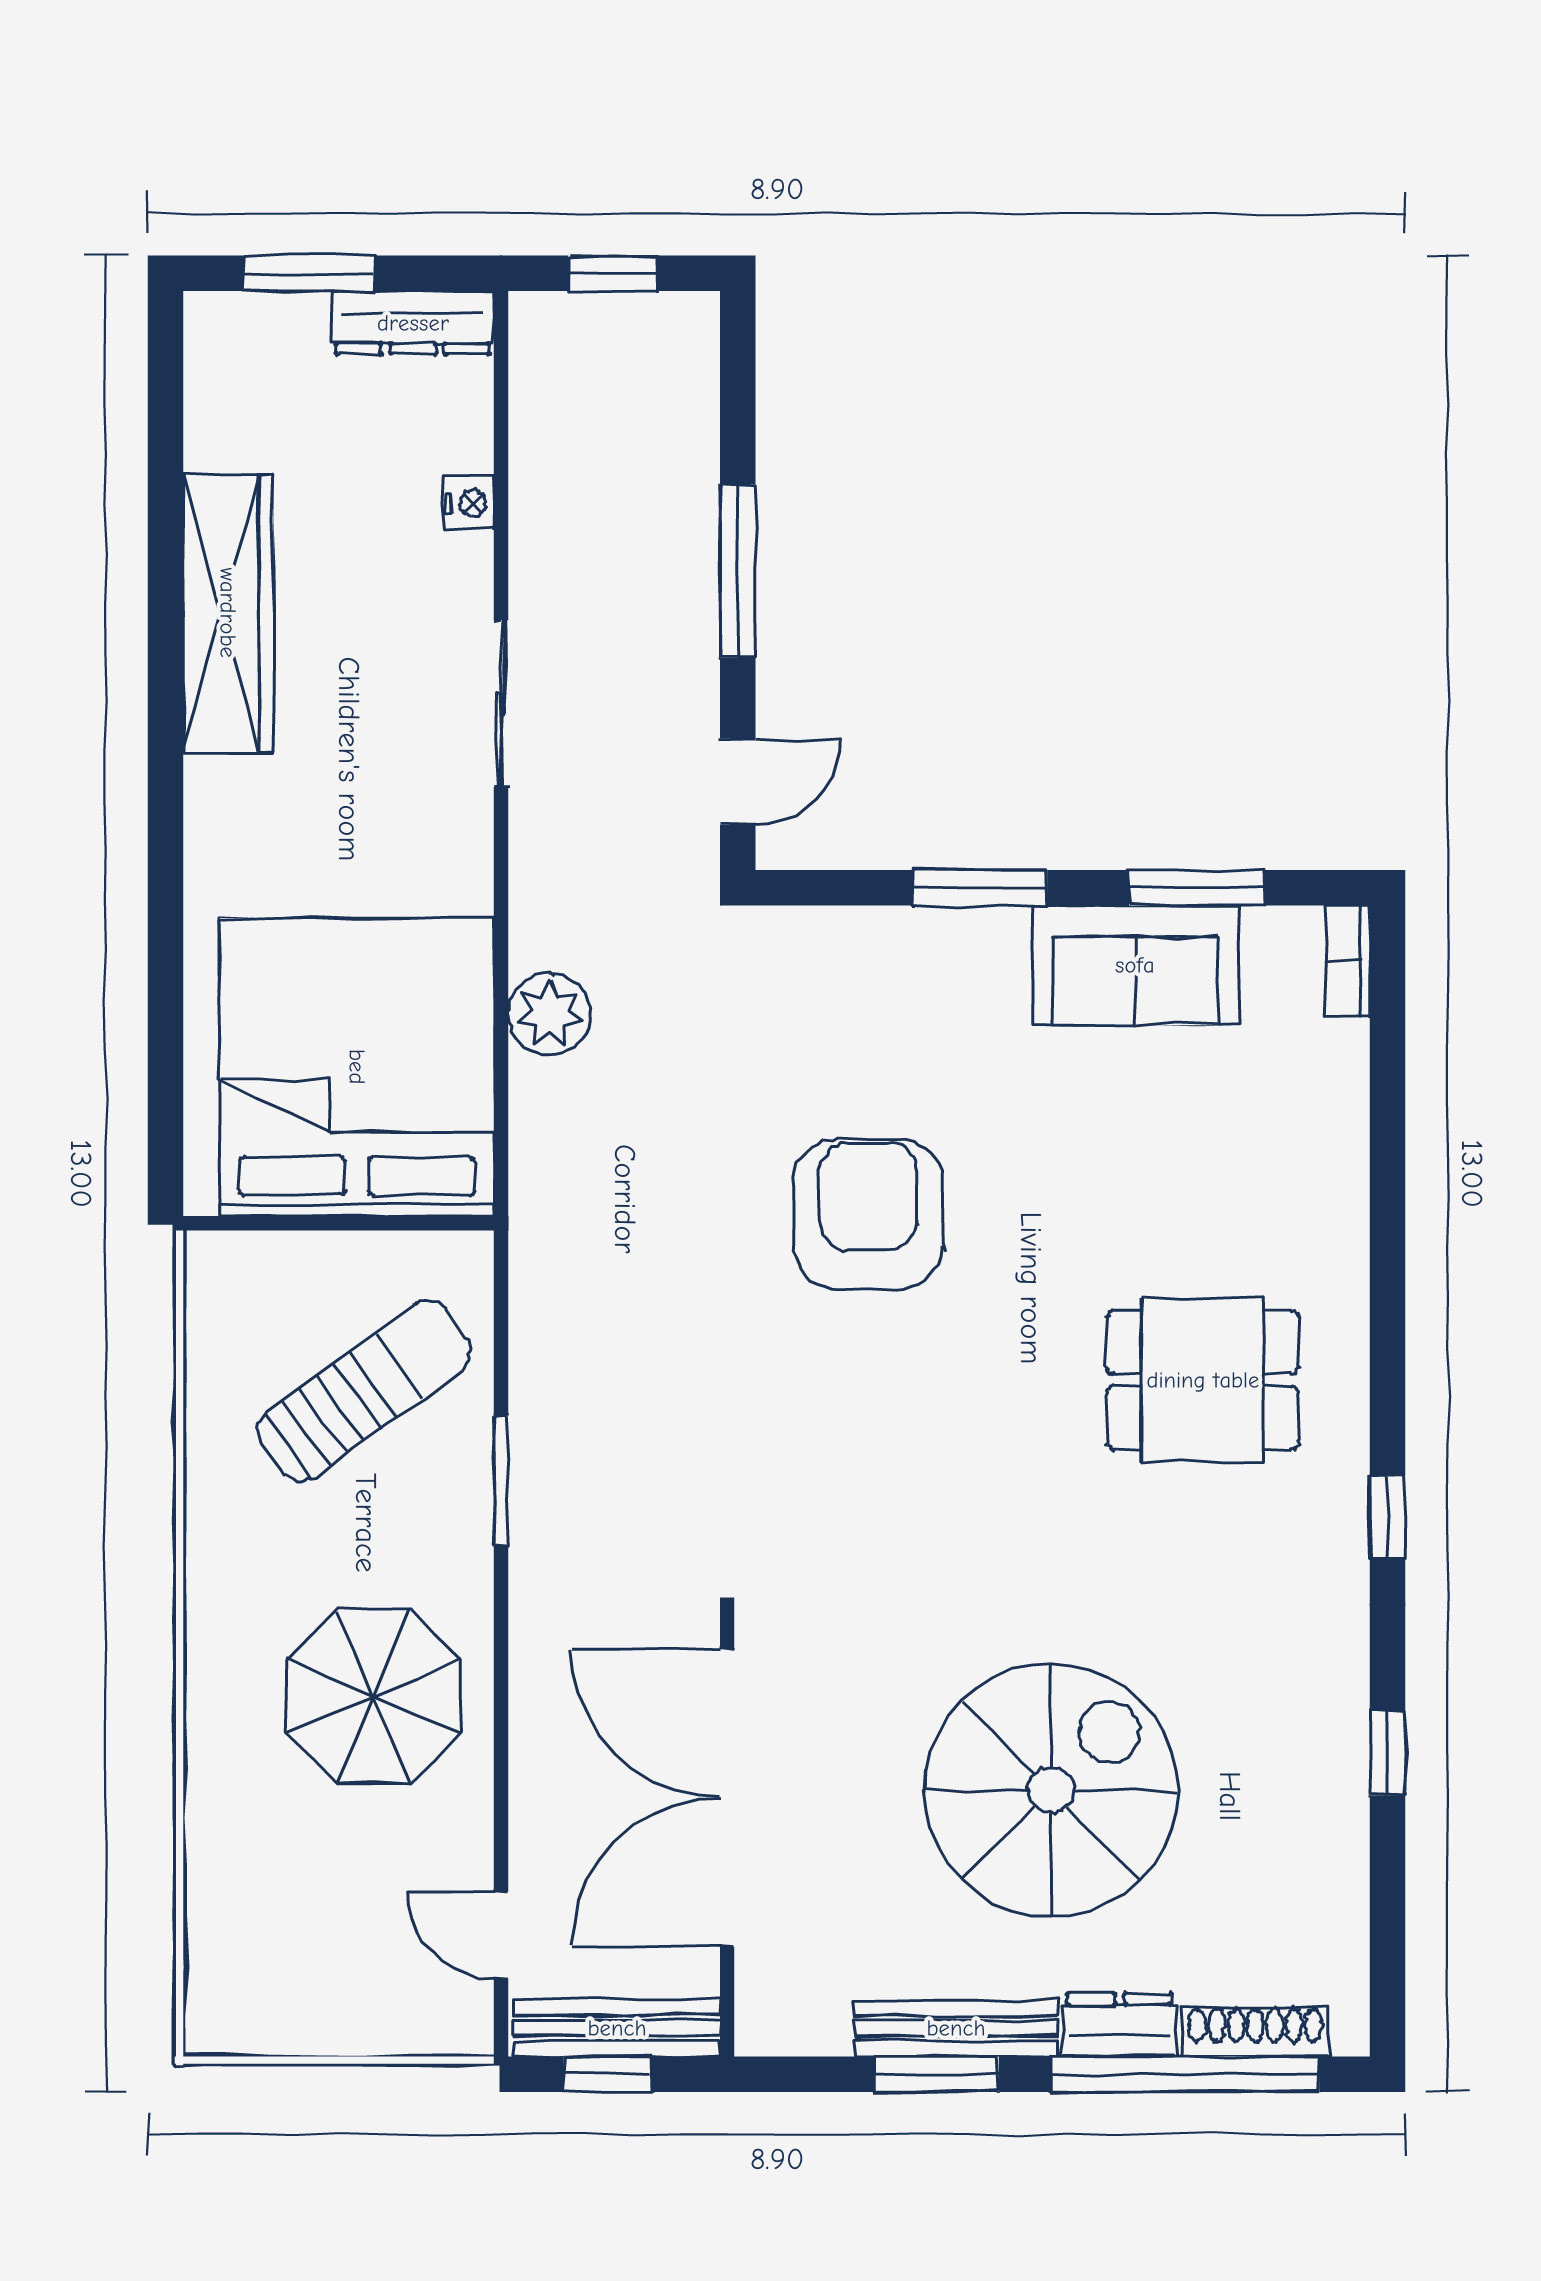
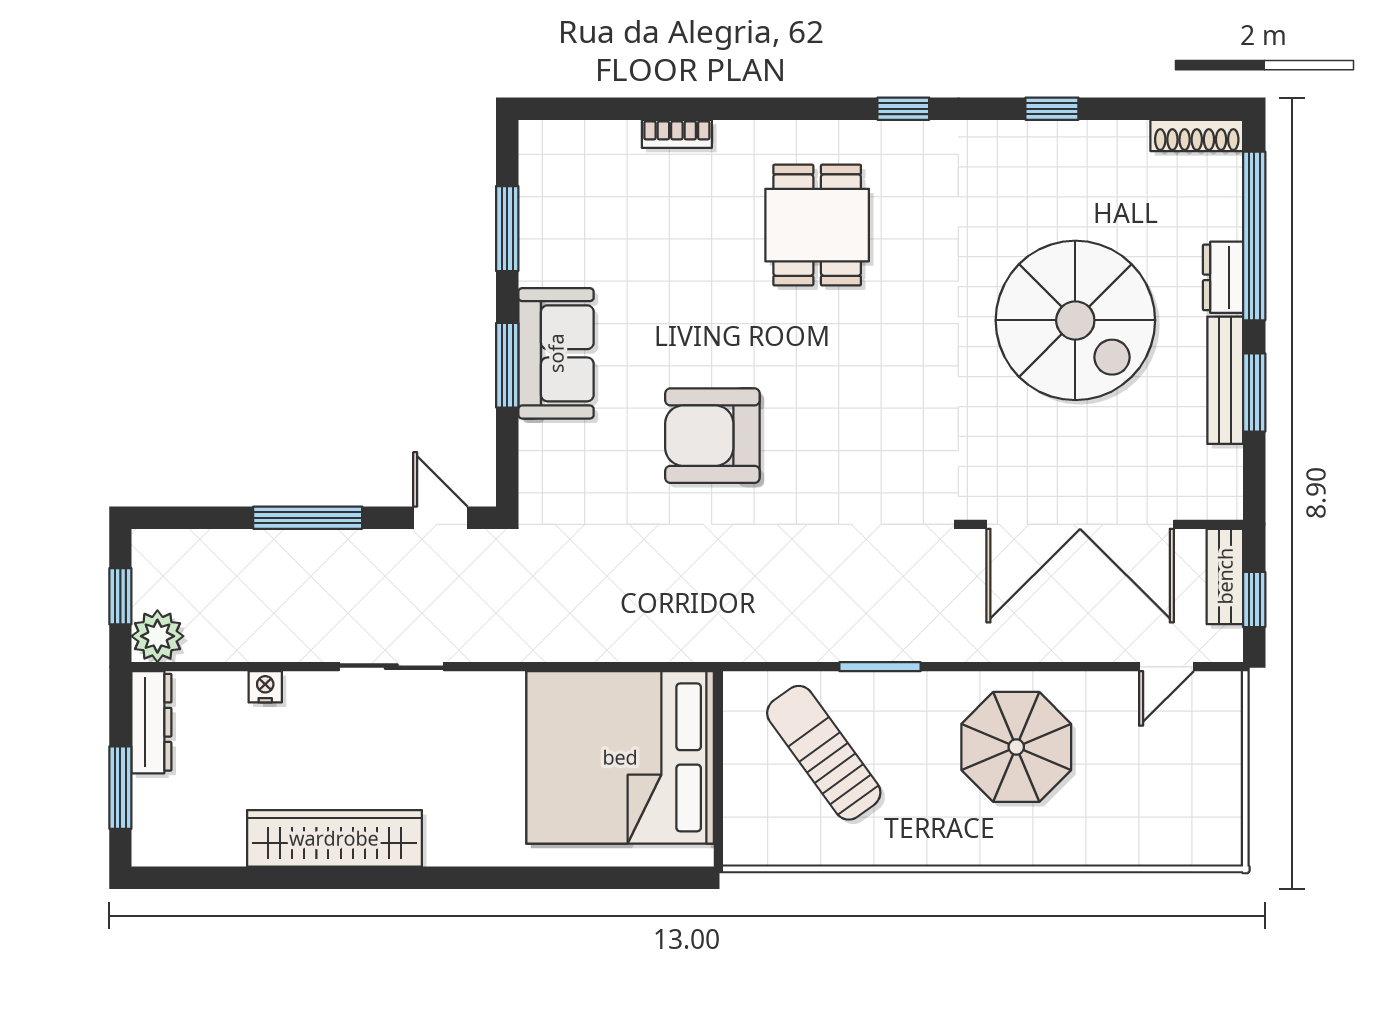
bookcase: (1348, 961) -> (677, 134), moved
sofa: (1135, 965) -> (556, 353), moved
plant: (549, 1014) -> (157, 636), moved
spiral stairs: (1051, 1790) -> (1075, 320), turned 180
bench: (617, 2028) -> (1225, 576), width x0.73
shoe rack: (1255, 2032) -> (1197, 136), moved, turned -90

